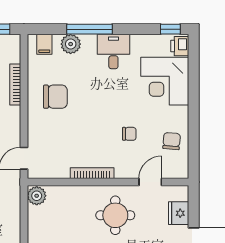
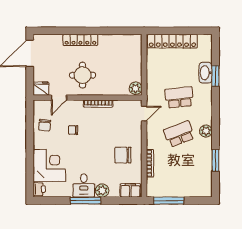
window: (90, 29) -> (85, 201), moved
window: (170, 29) -> (45, 201), removed
filing cabinet: (44, 44) -> (130, 190), width x2.00
plant: (71, 44) -> (102, 191), moved
fridge: (179, 213) -> (41, 89), moved, turned -90

